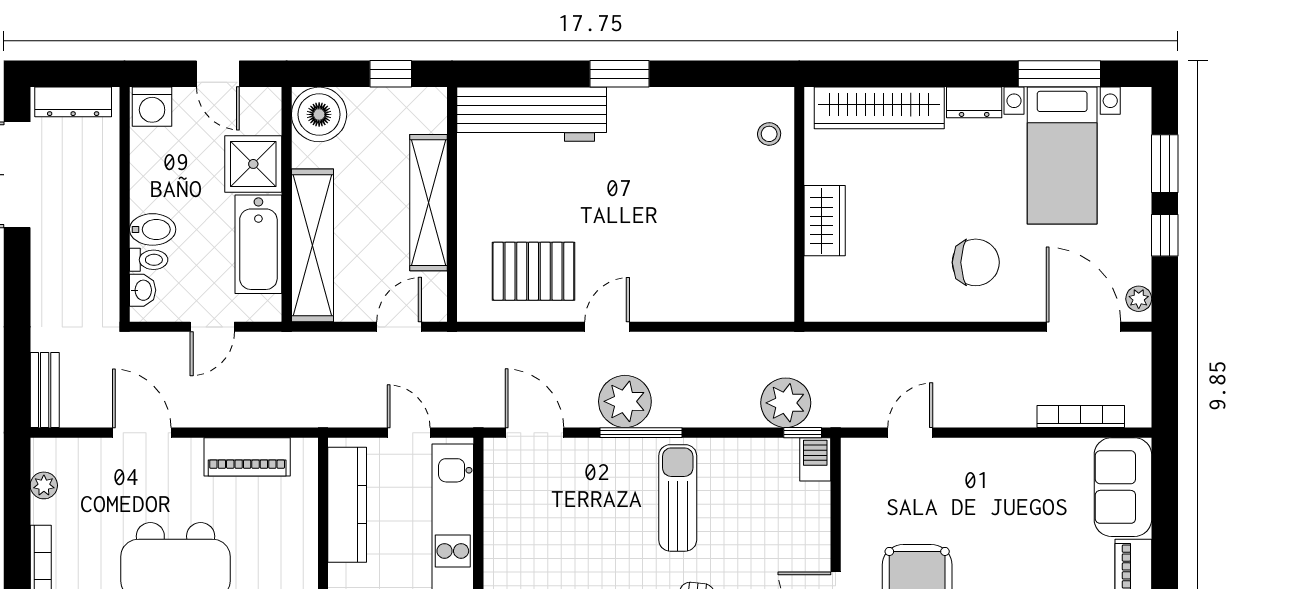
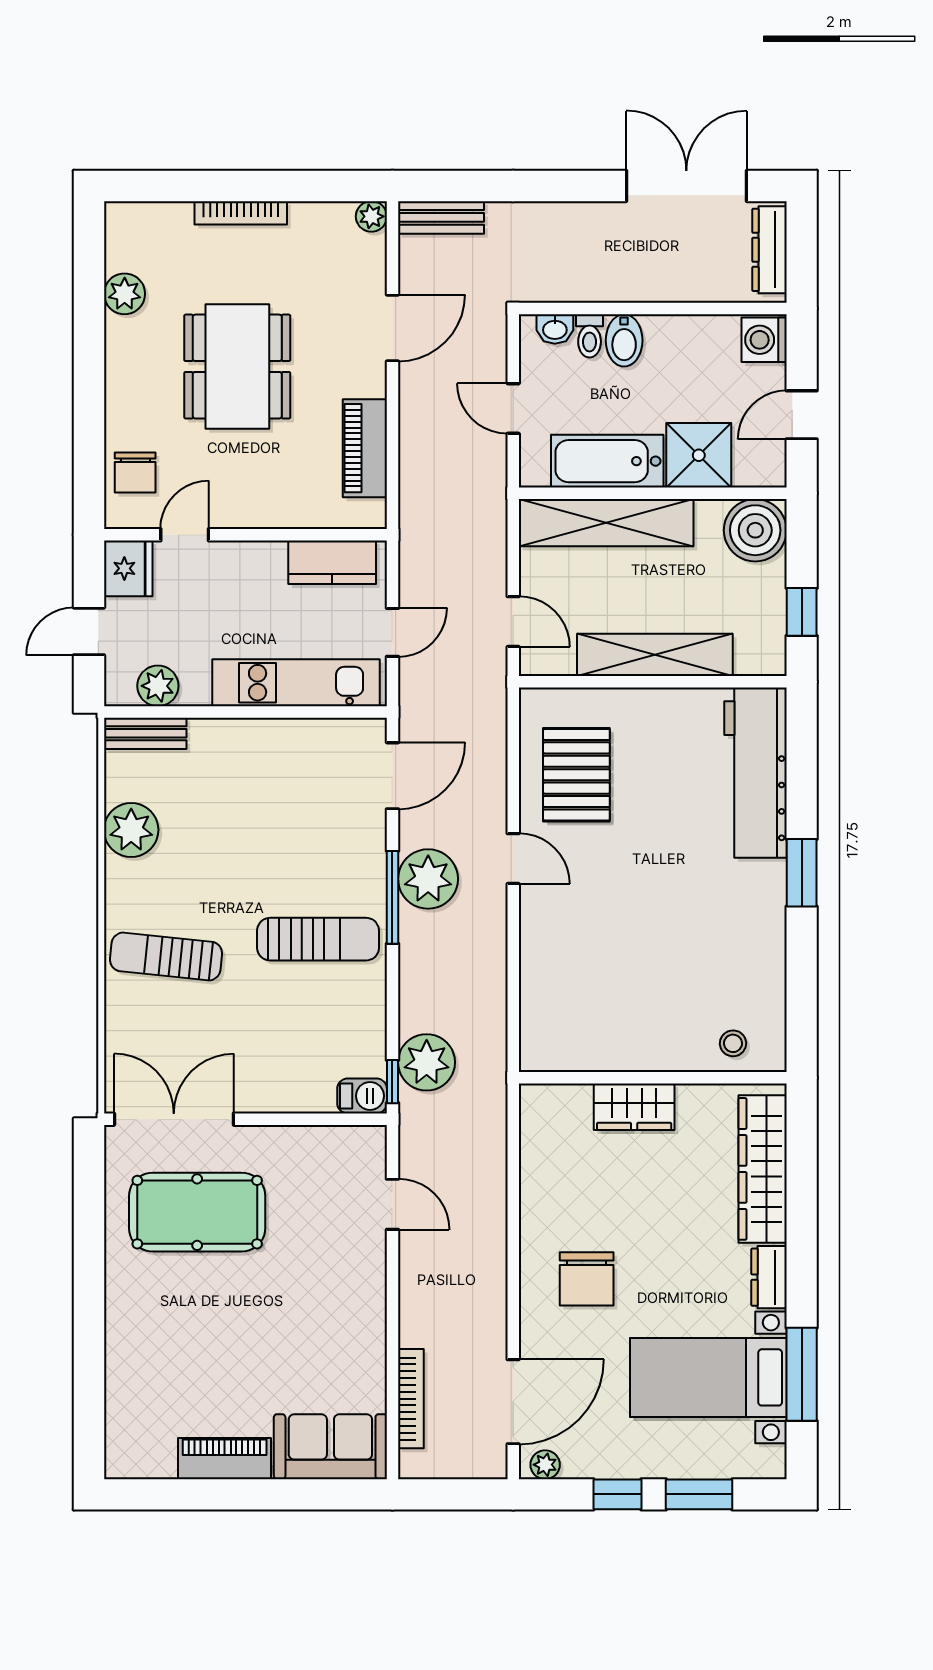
plant: (44, 485) -> (371, 216), moved
kitchen counter: (347, 505) -> (332, 562), width x0.67

